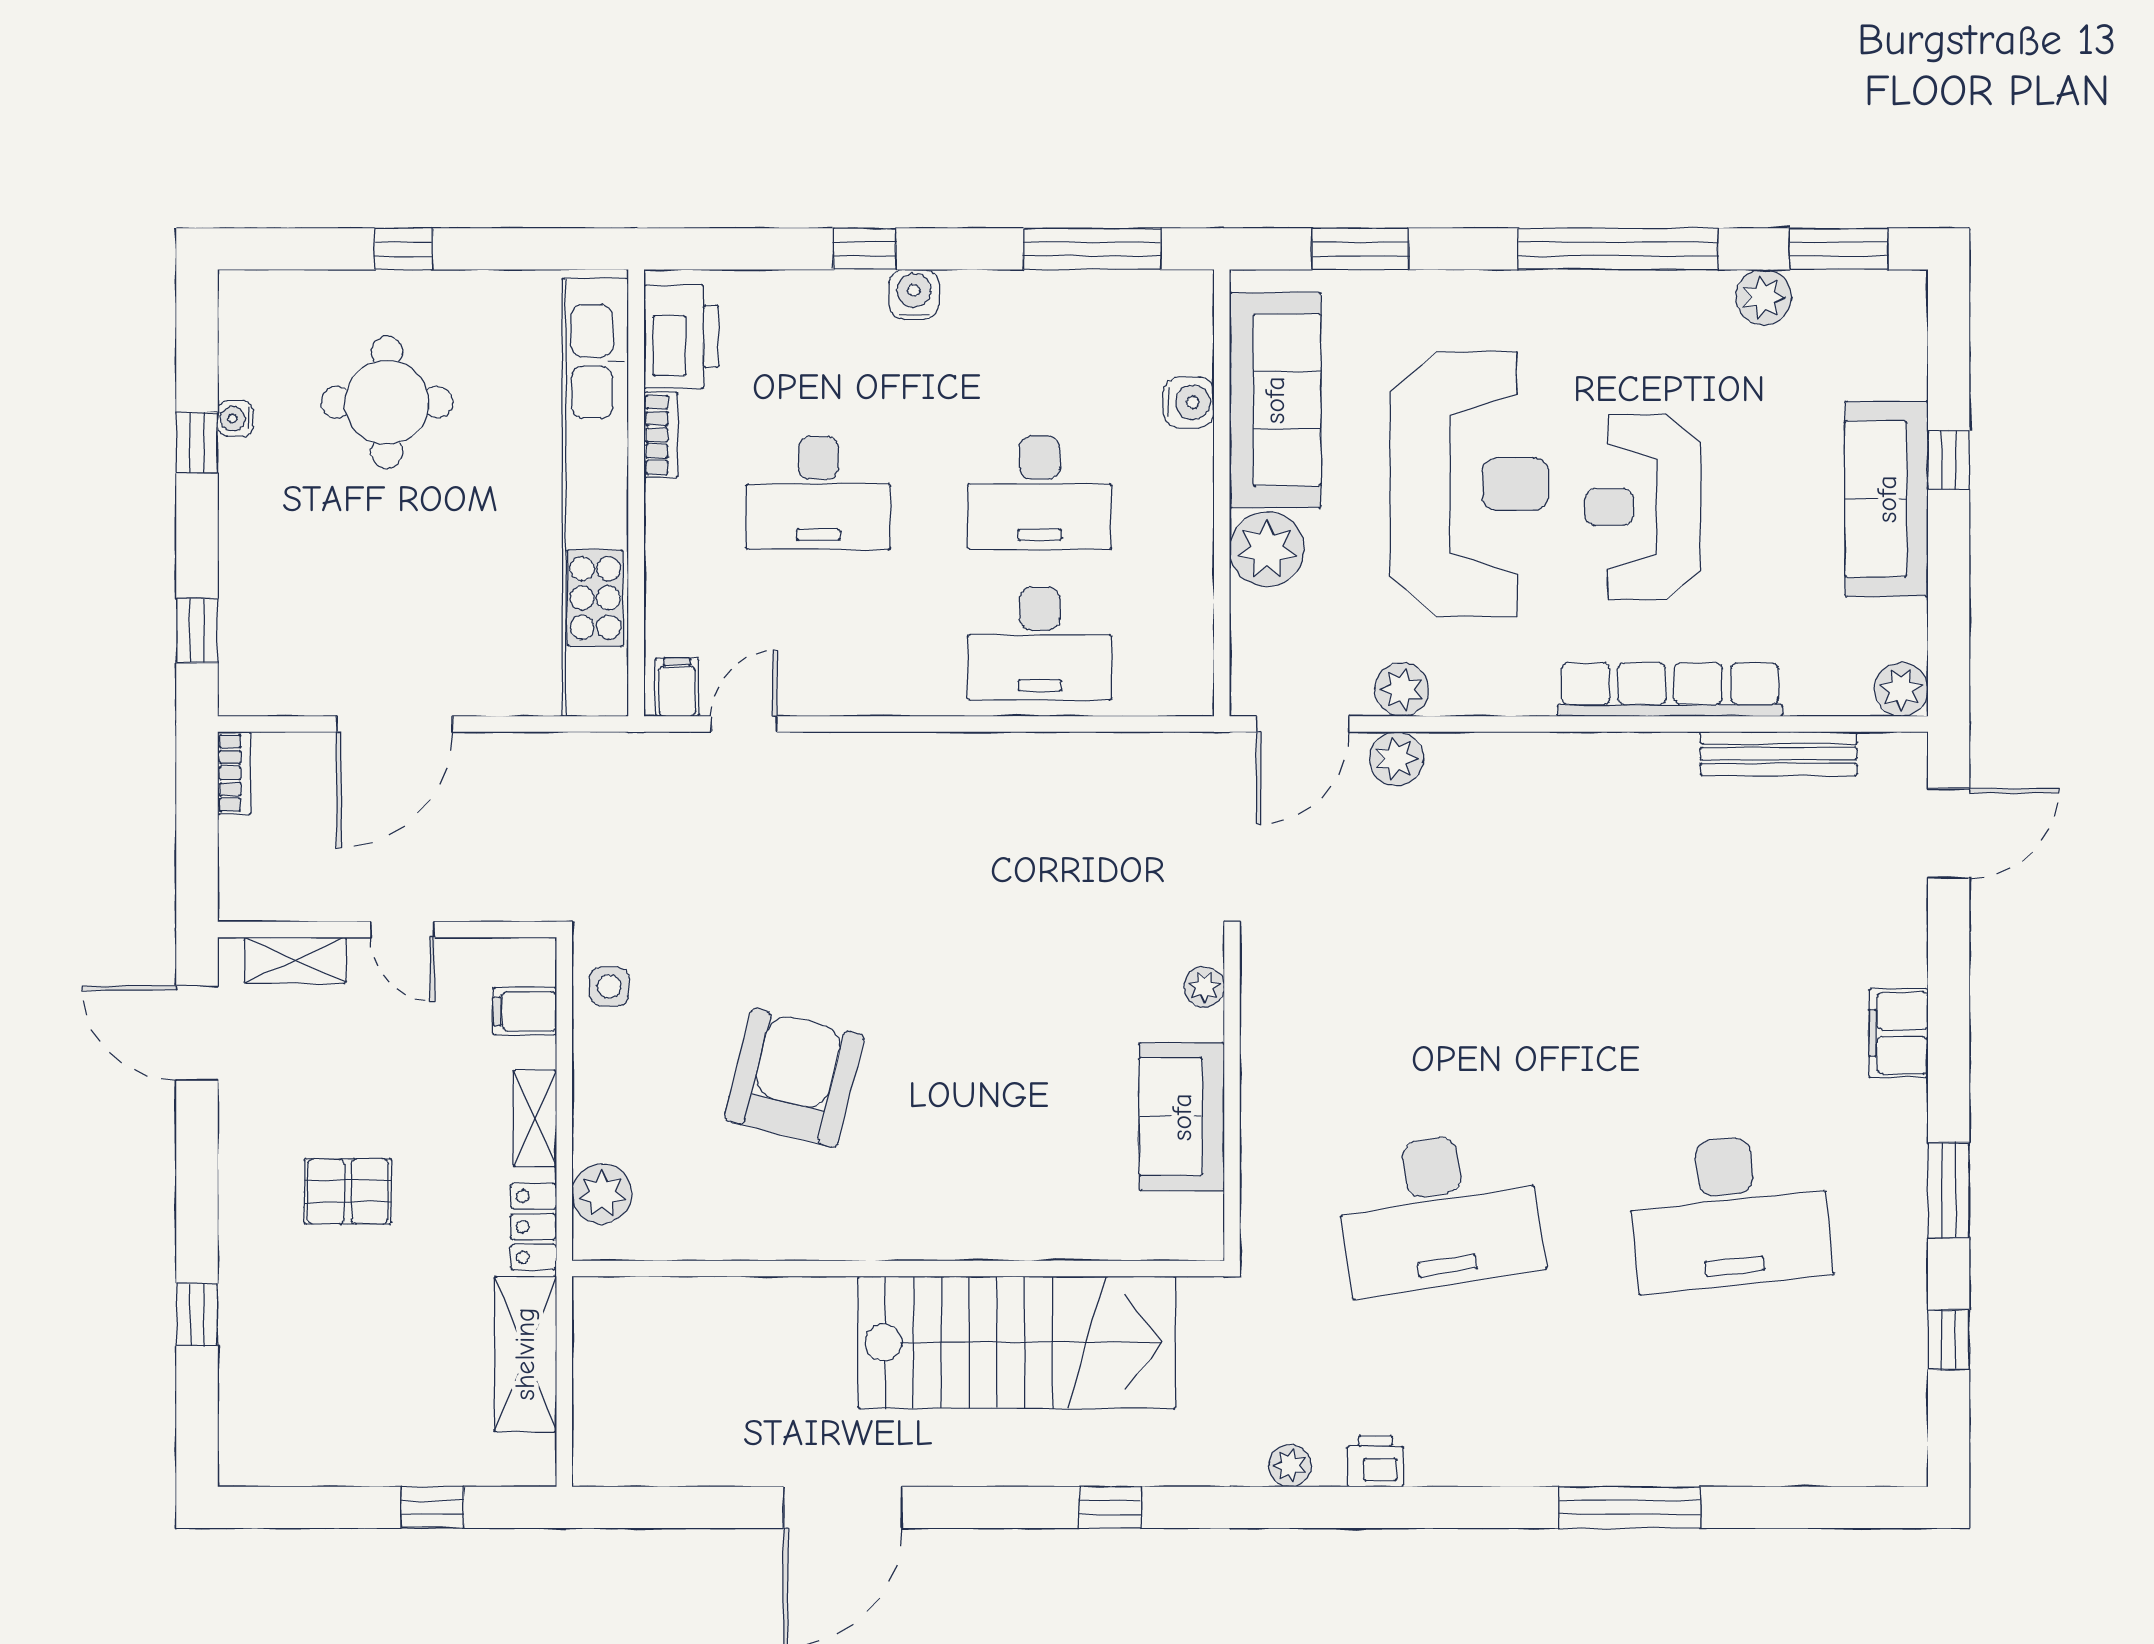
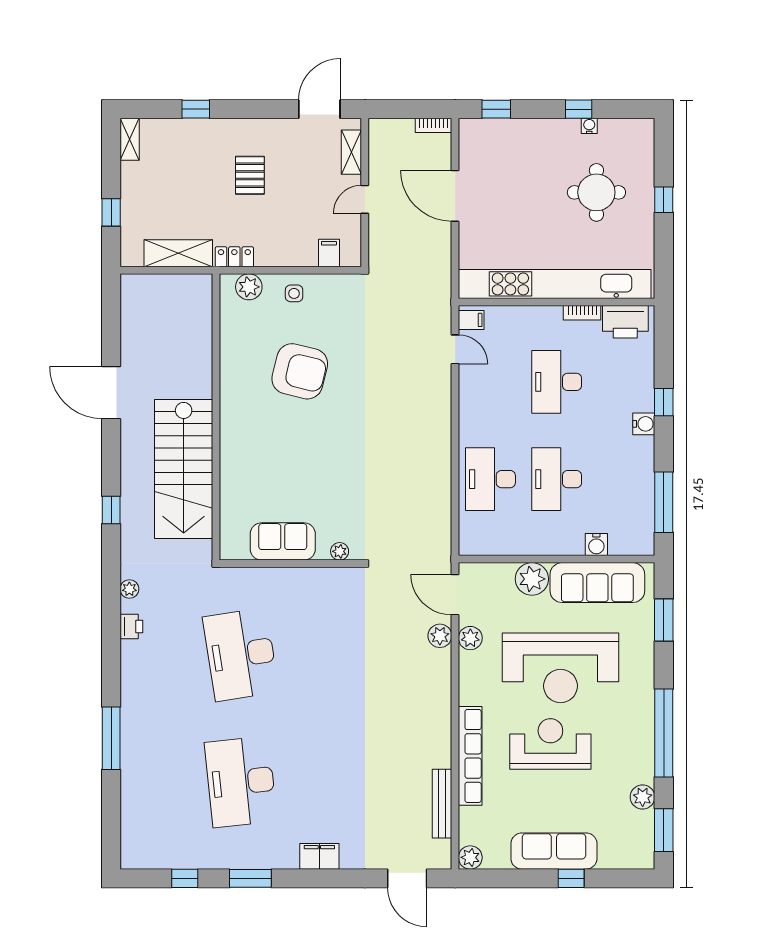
side table: (609, 987) -> (294, 293), moved
shelving: (535, 1119) -> (130, 139), moved, turned 90

